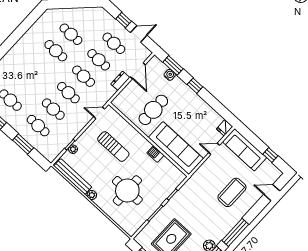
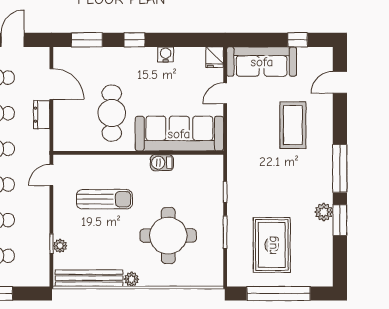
water cooler: (170, 75) -> (166, 54), moved

